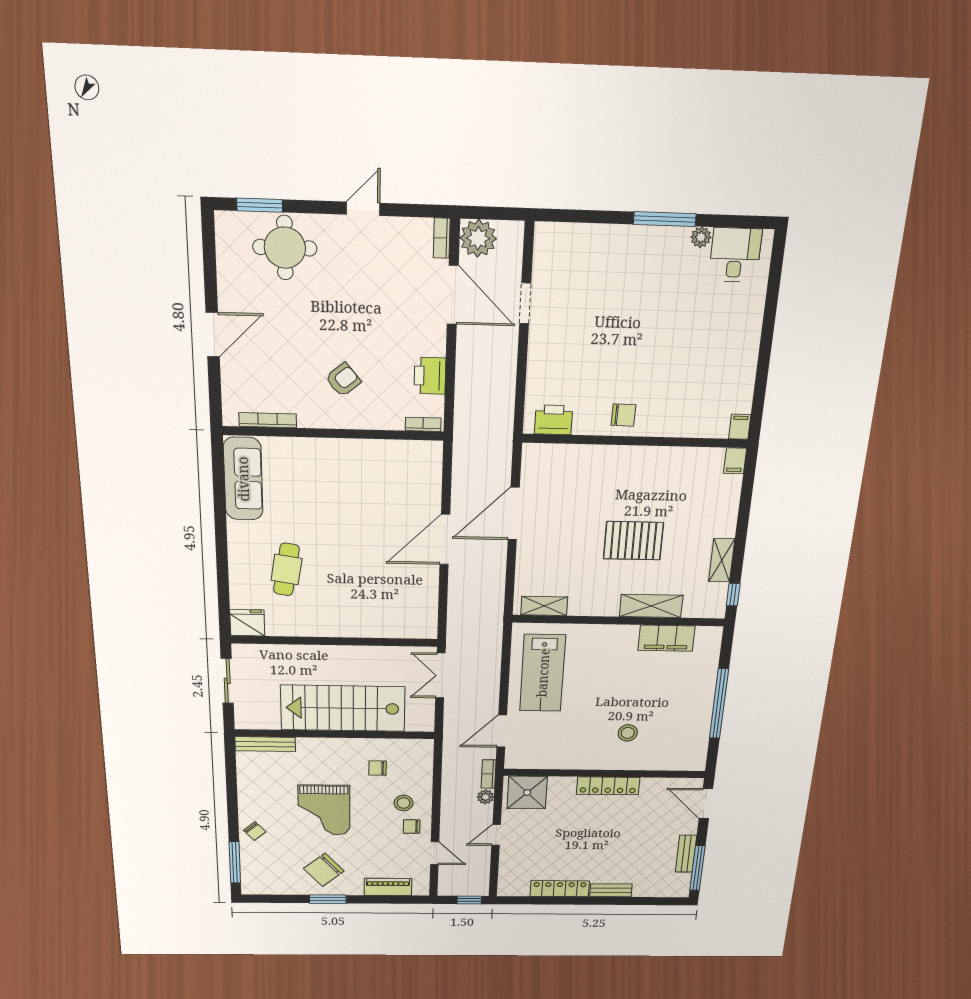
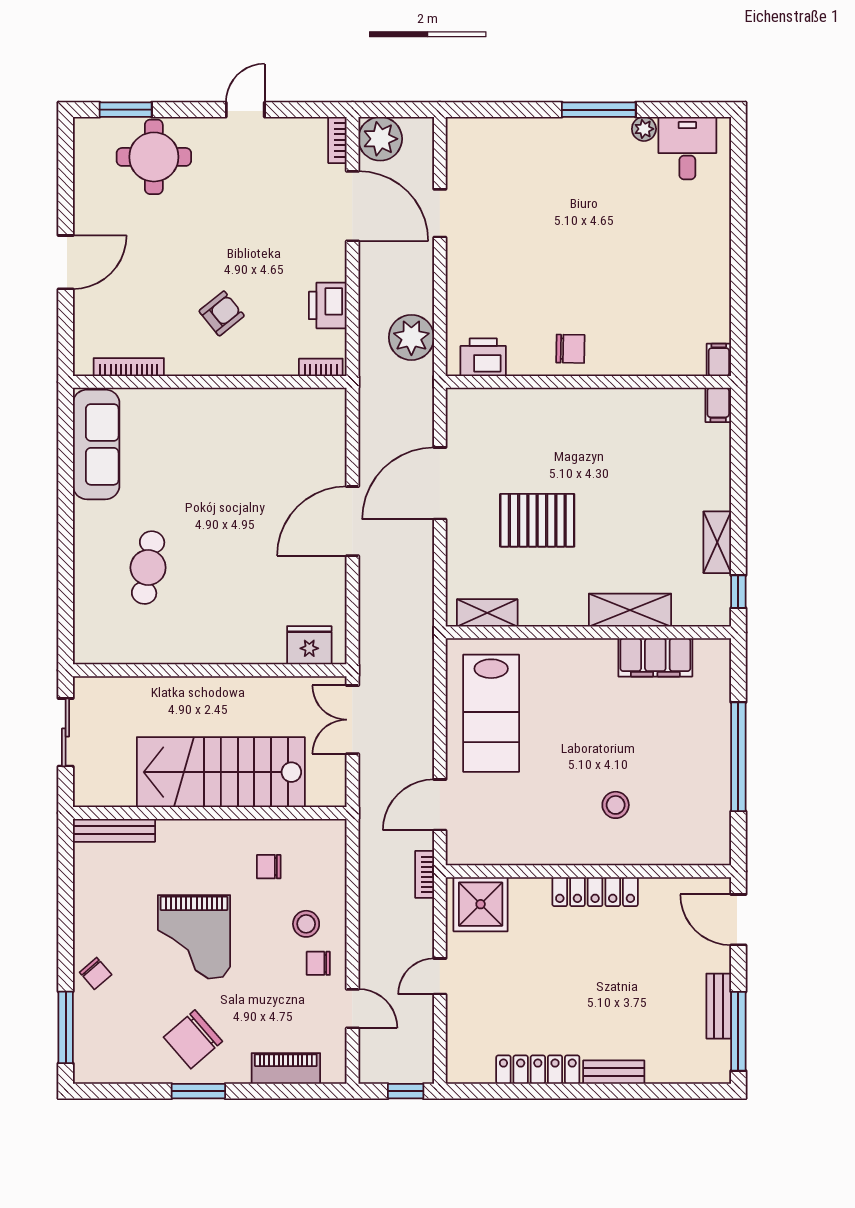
pallet: (633, 541) -> (537, 520), moved
fridge: (247, 623) -> (309, 645), moved
plant: (486, 797) -> (411, 337), moved, width x1.88, depth x1.88

